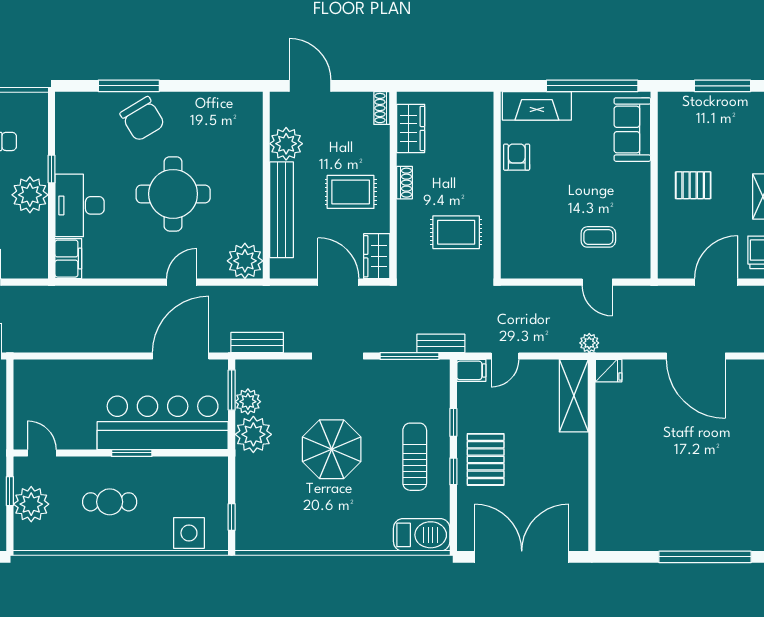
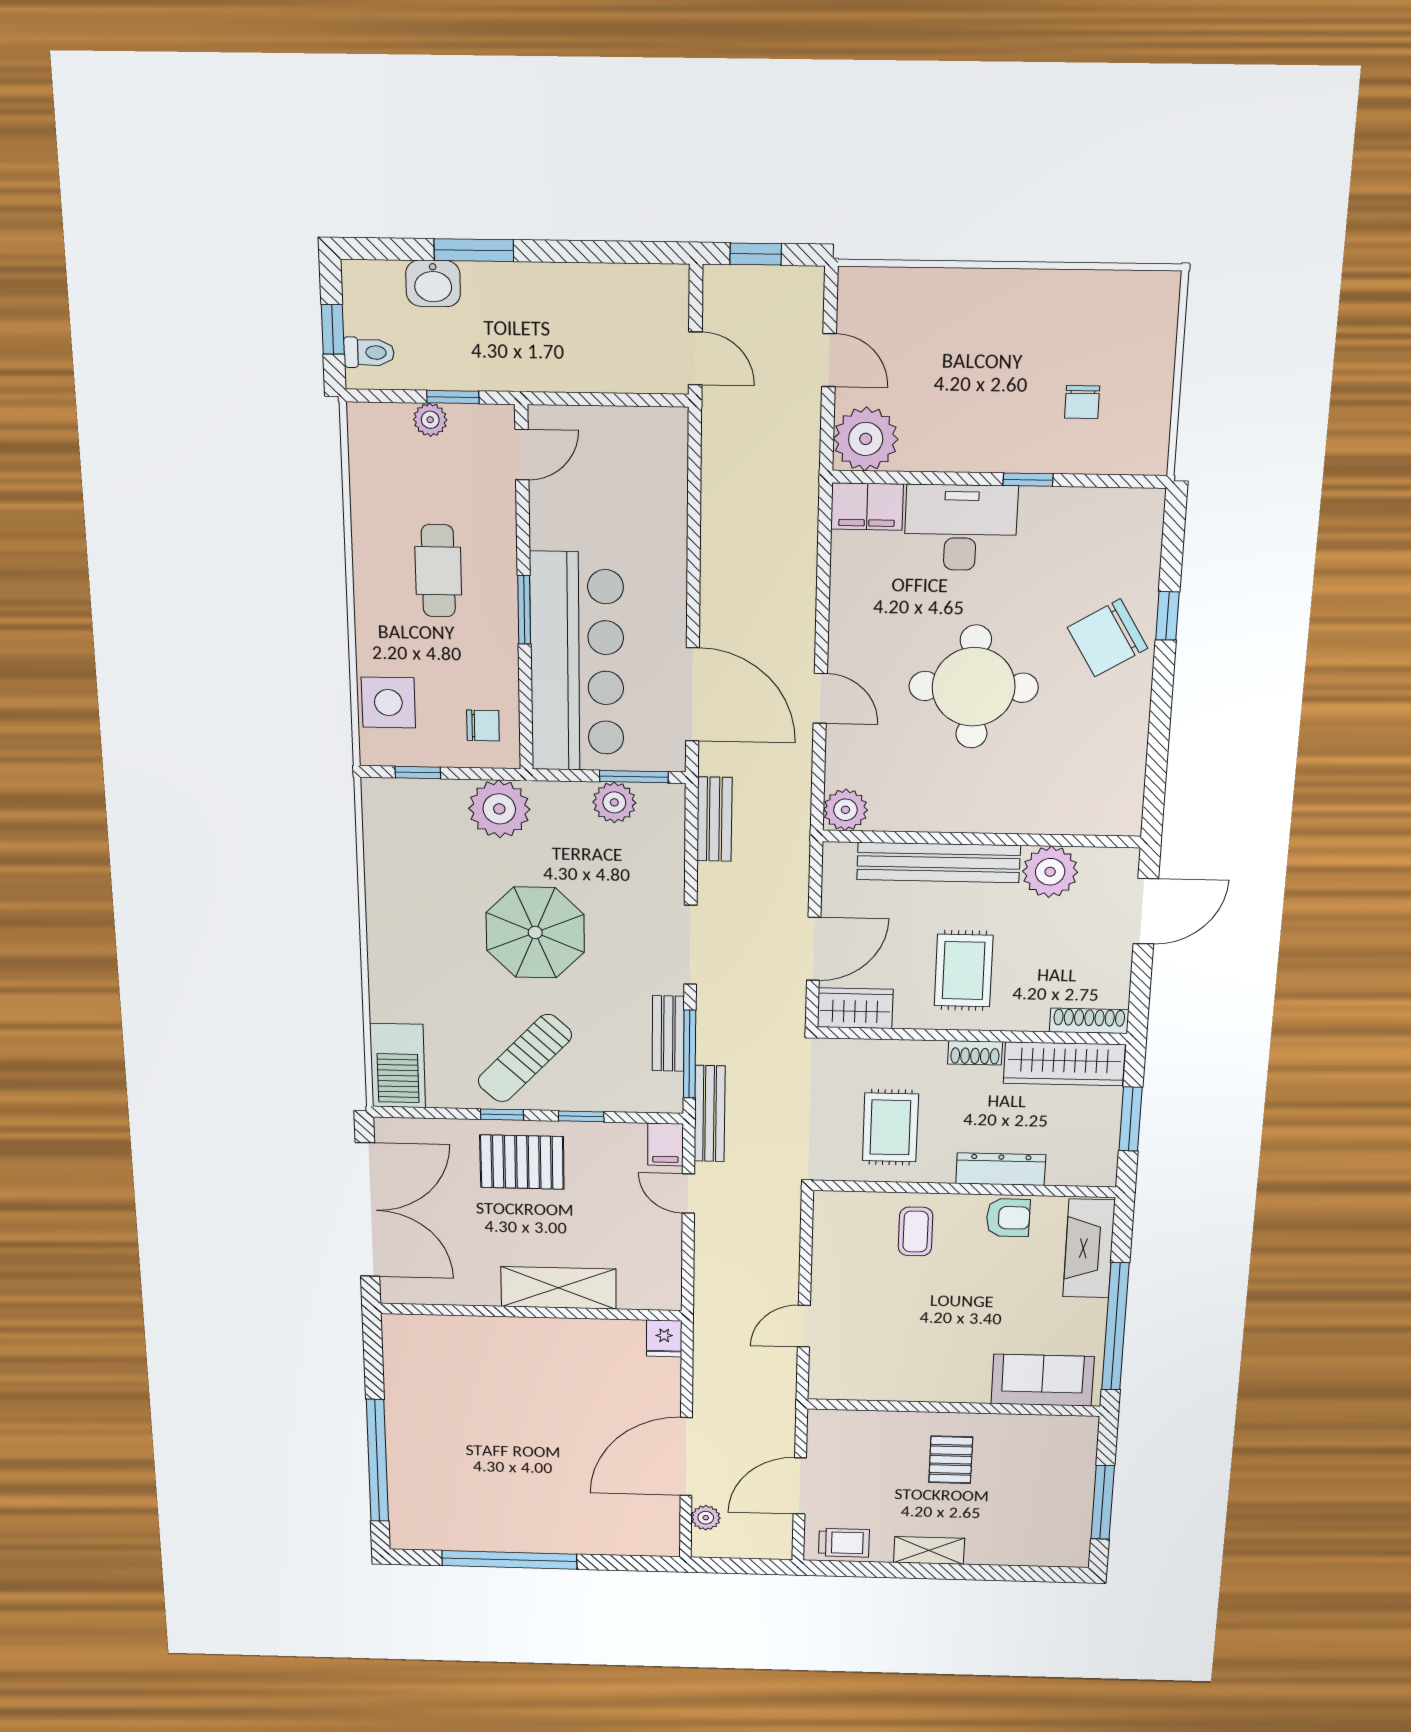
window: (129, 86) -> (1167, 616), width x0.46
window: (447, 86) -> (1131, 1119), added
shoe rack: (382, 108) -> (1089, 1021), width x1.43
wardrobe: (411, 128) -> (1064, 1064), width x1.50
dresser: (483, 163) -> (1001, 1169), added
plant: (30, 195) -> (866, 439), moved
coffee table: (598, 237) -> (916, 1231), moved
plant: (245, 261) -> (845, 810), width x0.73, depth x0.73
door: (716, 282) -> (800, 1486), swing flipped
bench: (441, 343) -> (710, 1114), width x1.36
plant: (589, 343) -> (706, 1518), moved
bench: (396, 369) -> (668, 1034), added
shelving: (574, 396) -> (559, 1288), moved
plant: (253, 434) -> (499, 809), moved
sun lounger: (415, 457) -> (525, 1058), turned 133
chair: (202, 478) -> (483, 726), added
plant: (31, 504) -> (430, 420), width x0.53, depth x0.53

